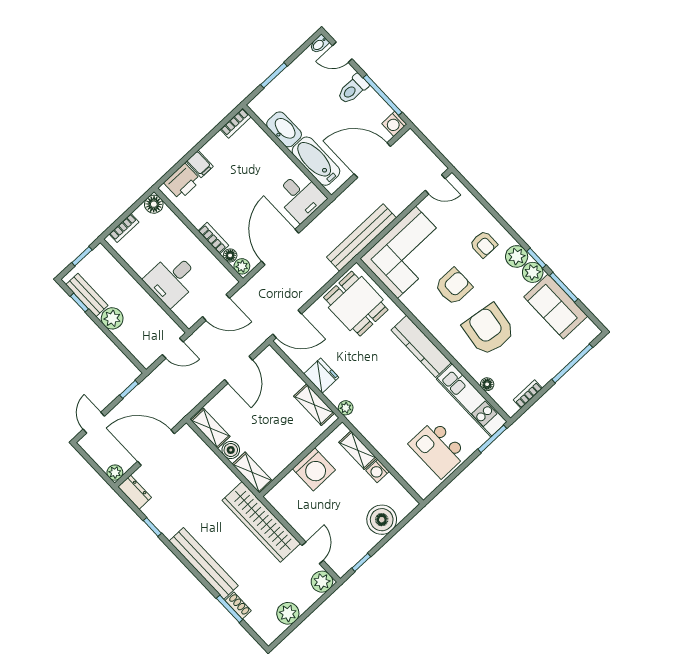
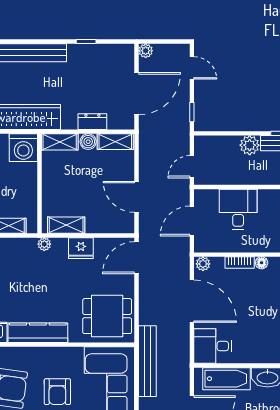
floor lamp: (230, 255) -> (262, 263), moved
washing machine: (314, 469) -> (23, 148), moved, turned -90
dresser: (135, 492) -> (92, 122), moved, turned 180

